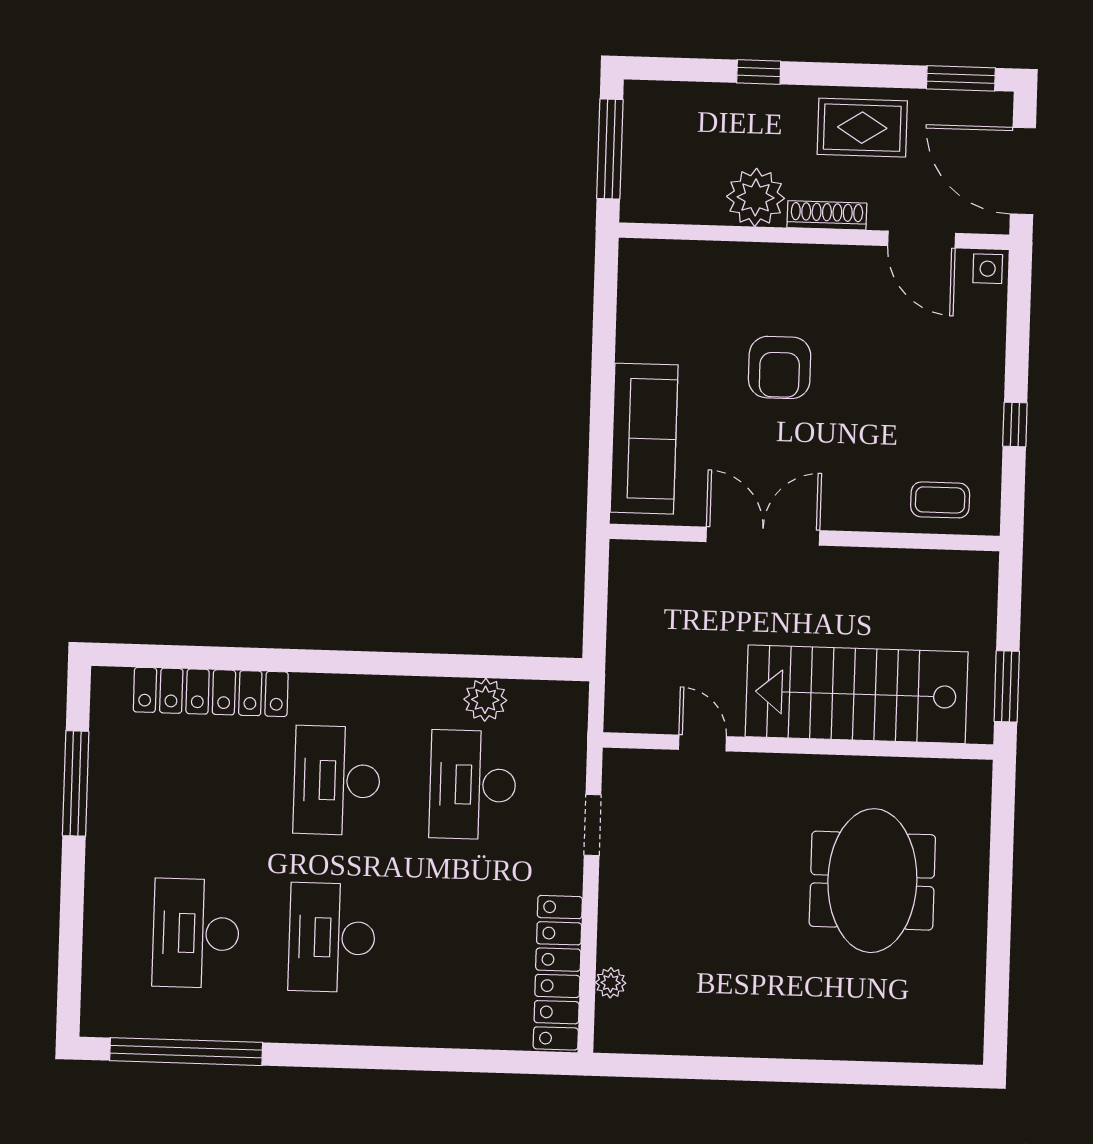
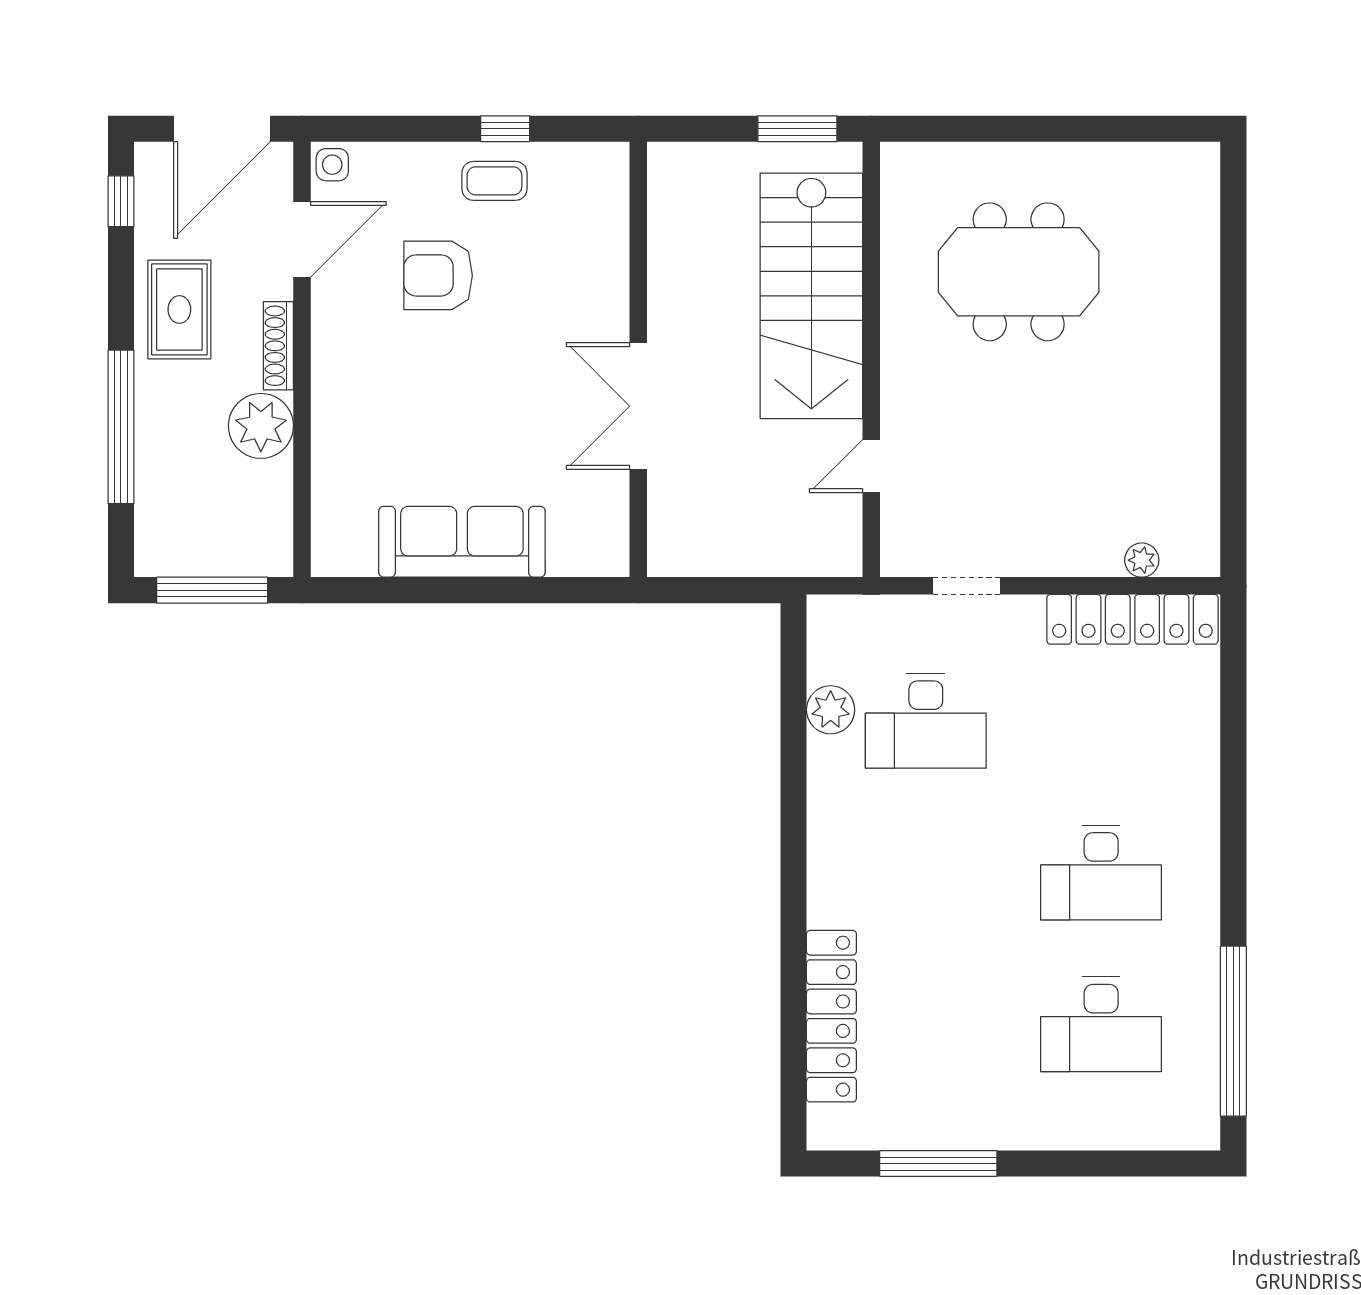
window: (759, 72) -> (121, 427), width x3.17
window: (961, 78) -> (121, 201), width x0.67
armchair: (780, 367) -> (438, 275), moved, turned 180
sofa: (644, 439) -> (462, 542), moved
coffee table: (940, 500) -> (494, 181), moved, turned 90
desk: (337, 780) -> (926, 873), removed

